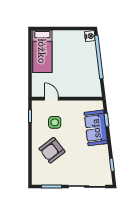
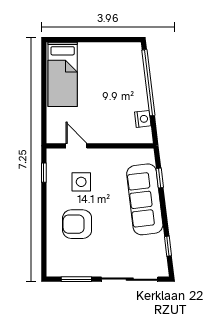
nightstand: (90, 36) -> (143, 119), moved
sofa: (96, 128) -> (145, 199), width x1.36
armchair: (52, 150) -> (77, 224), turned 38

